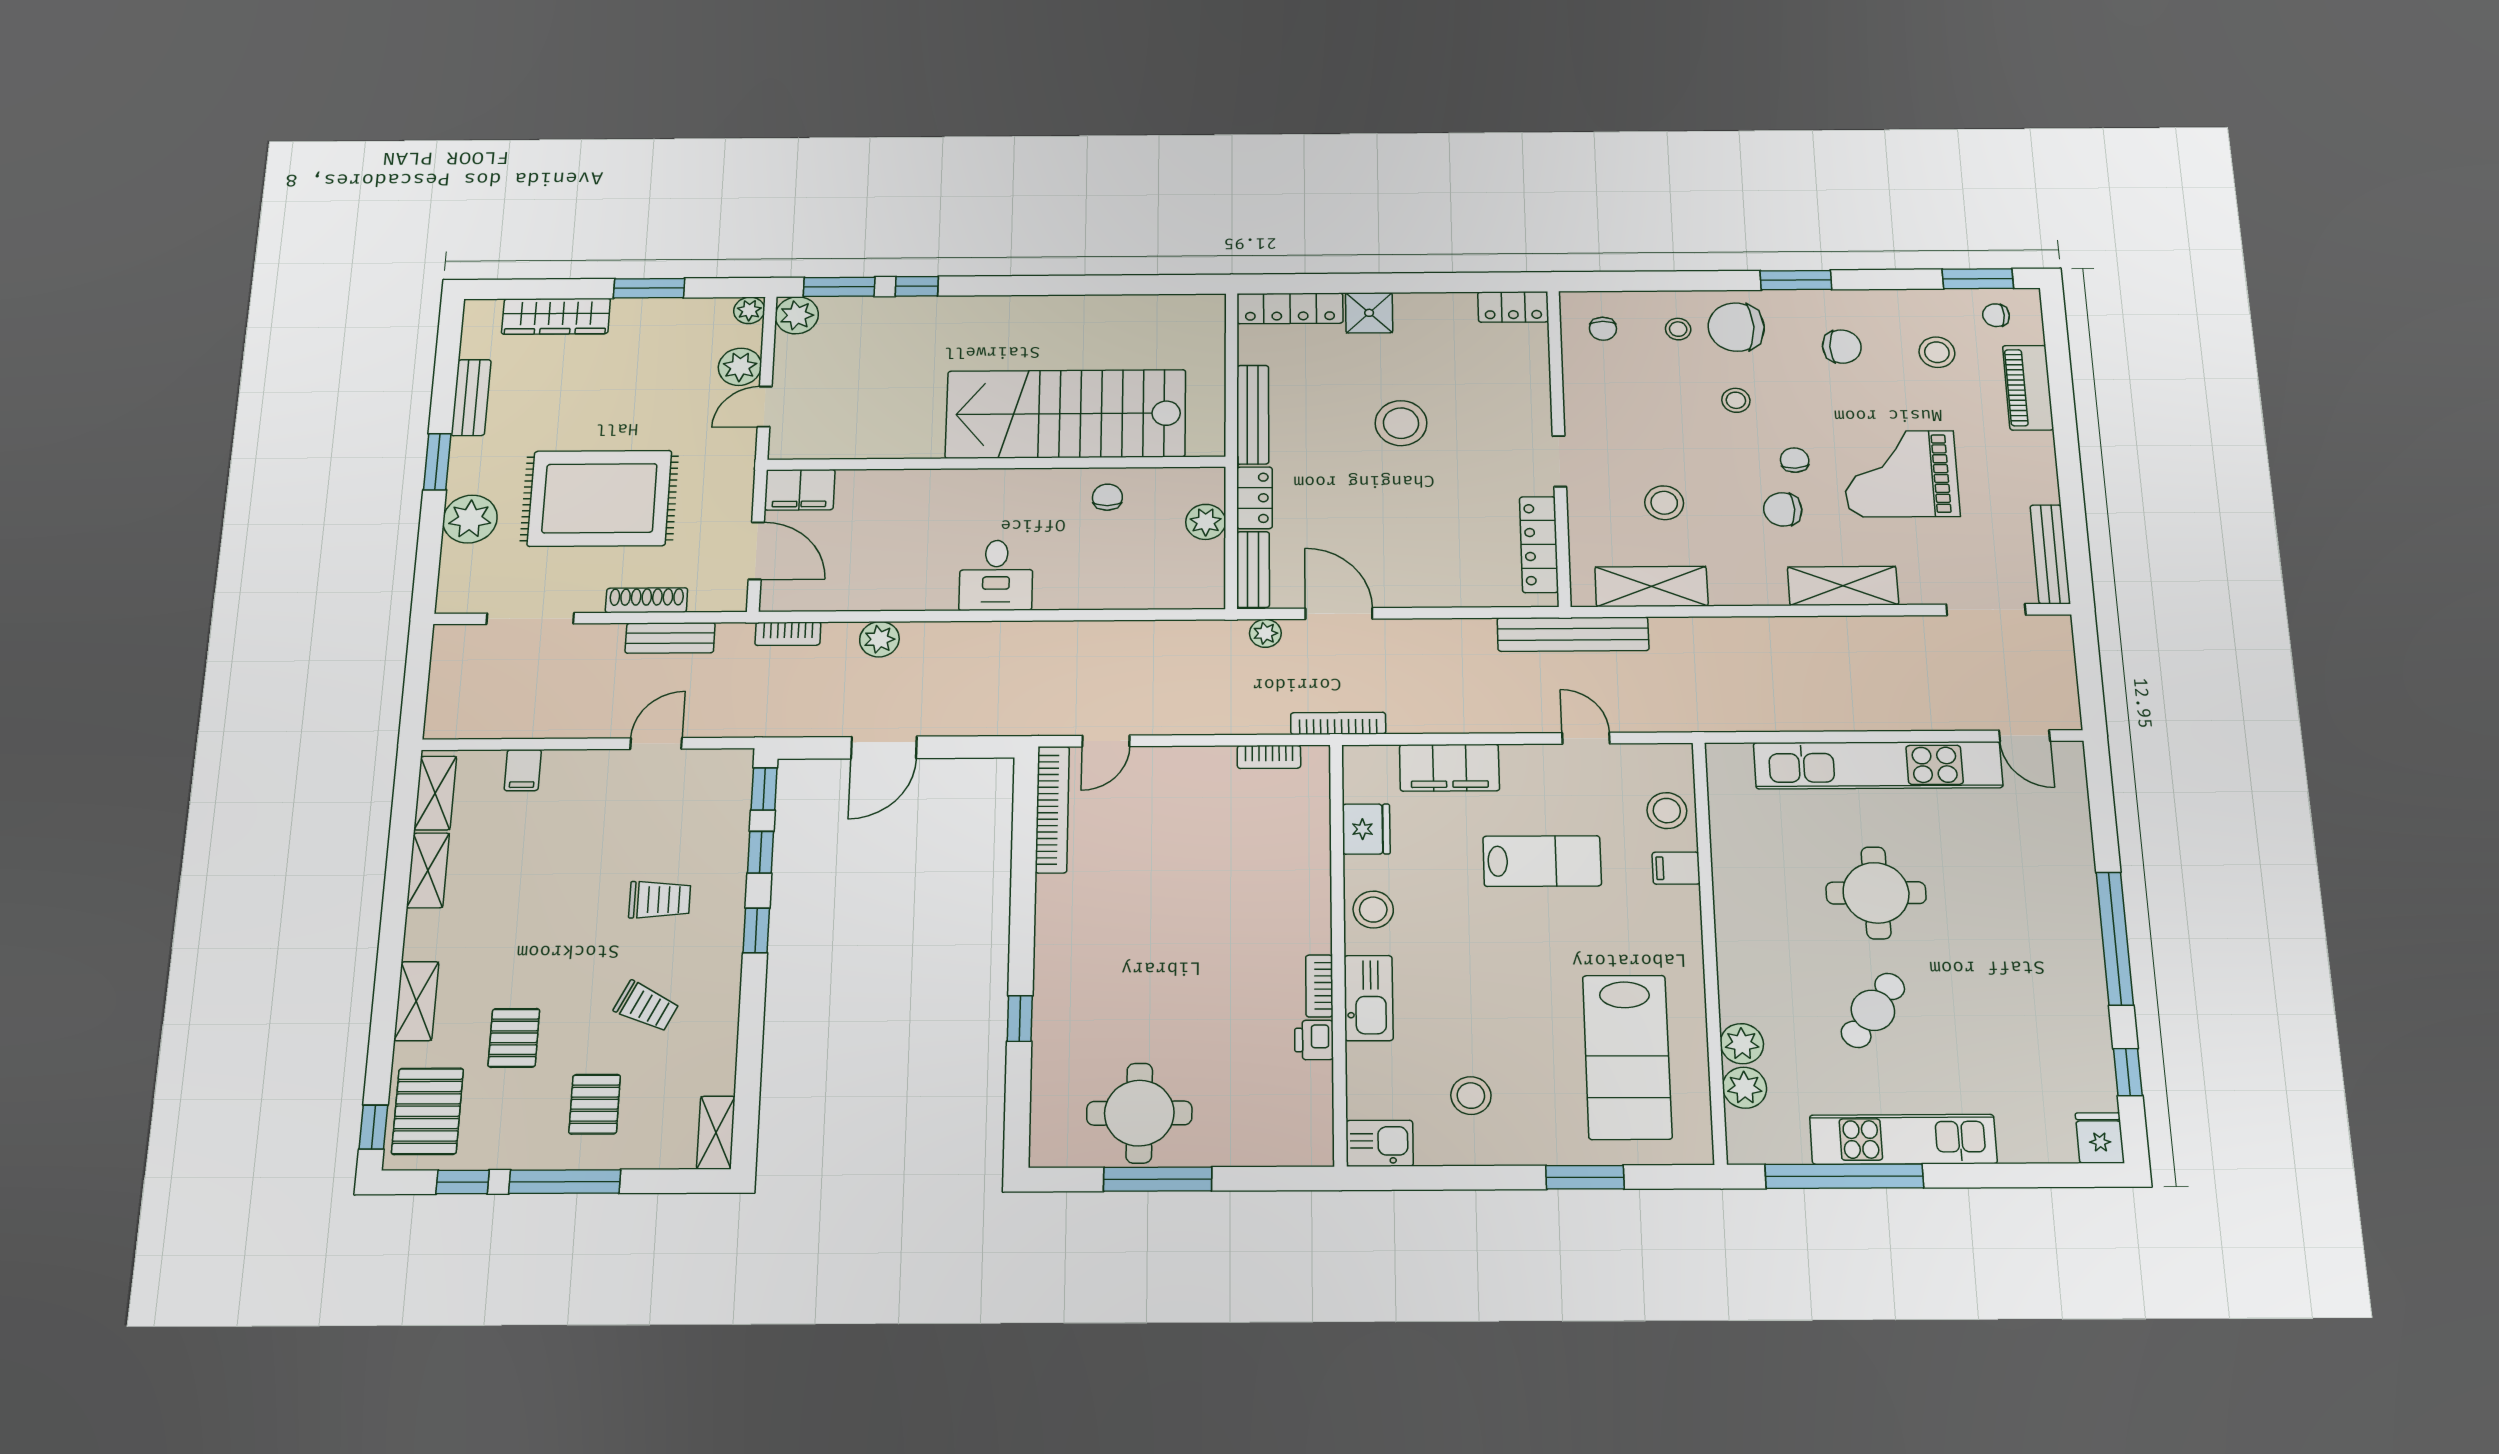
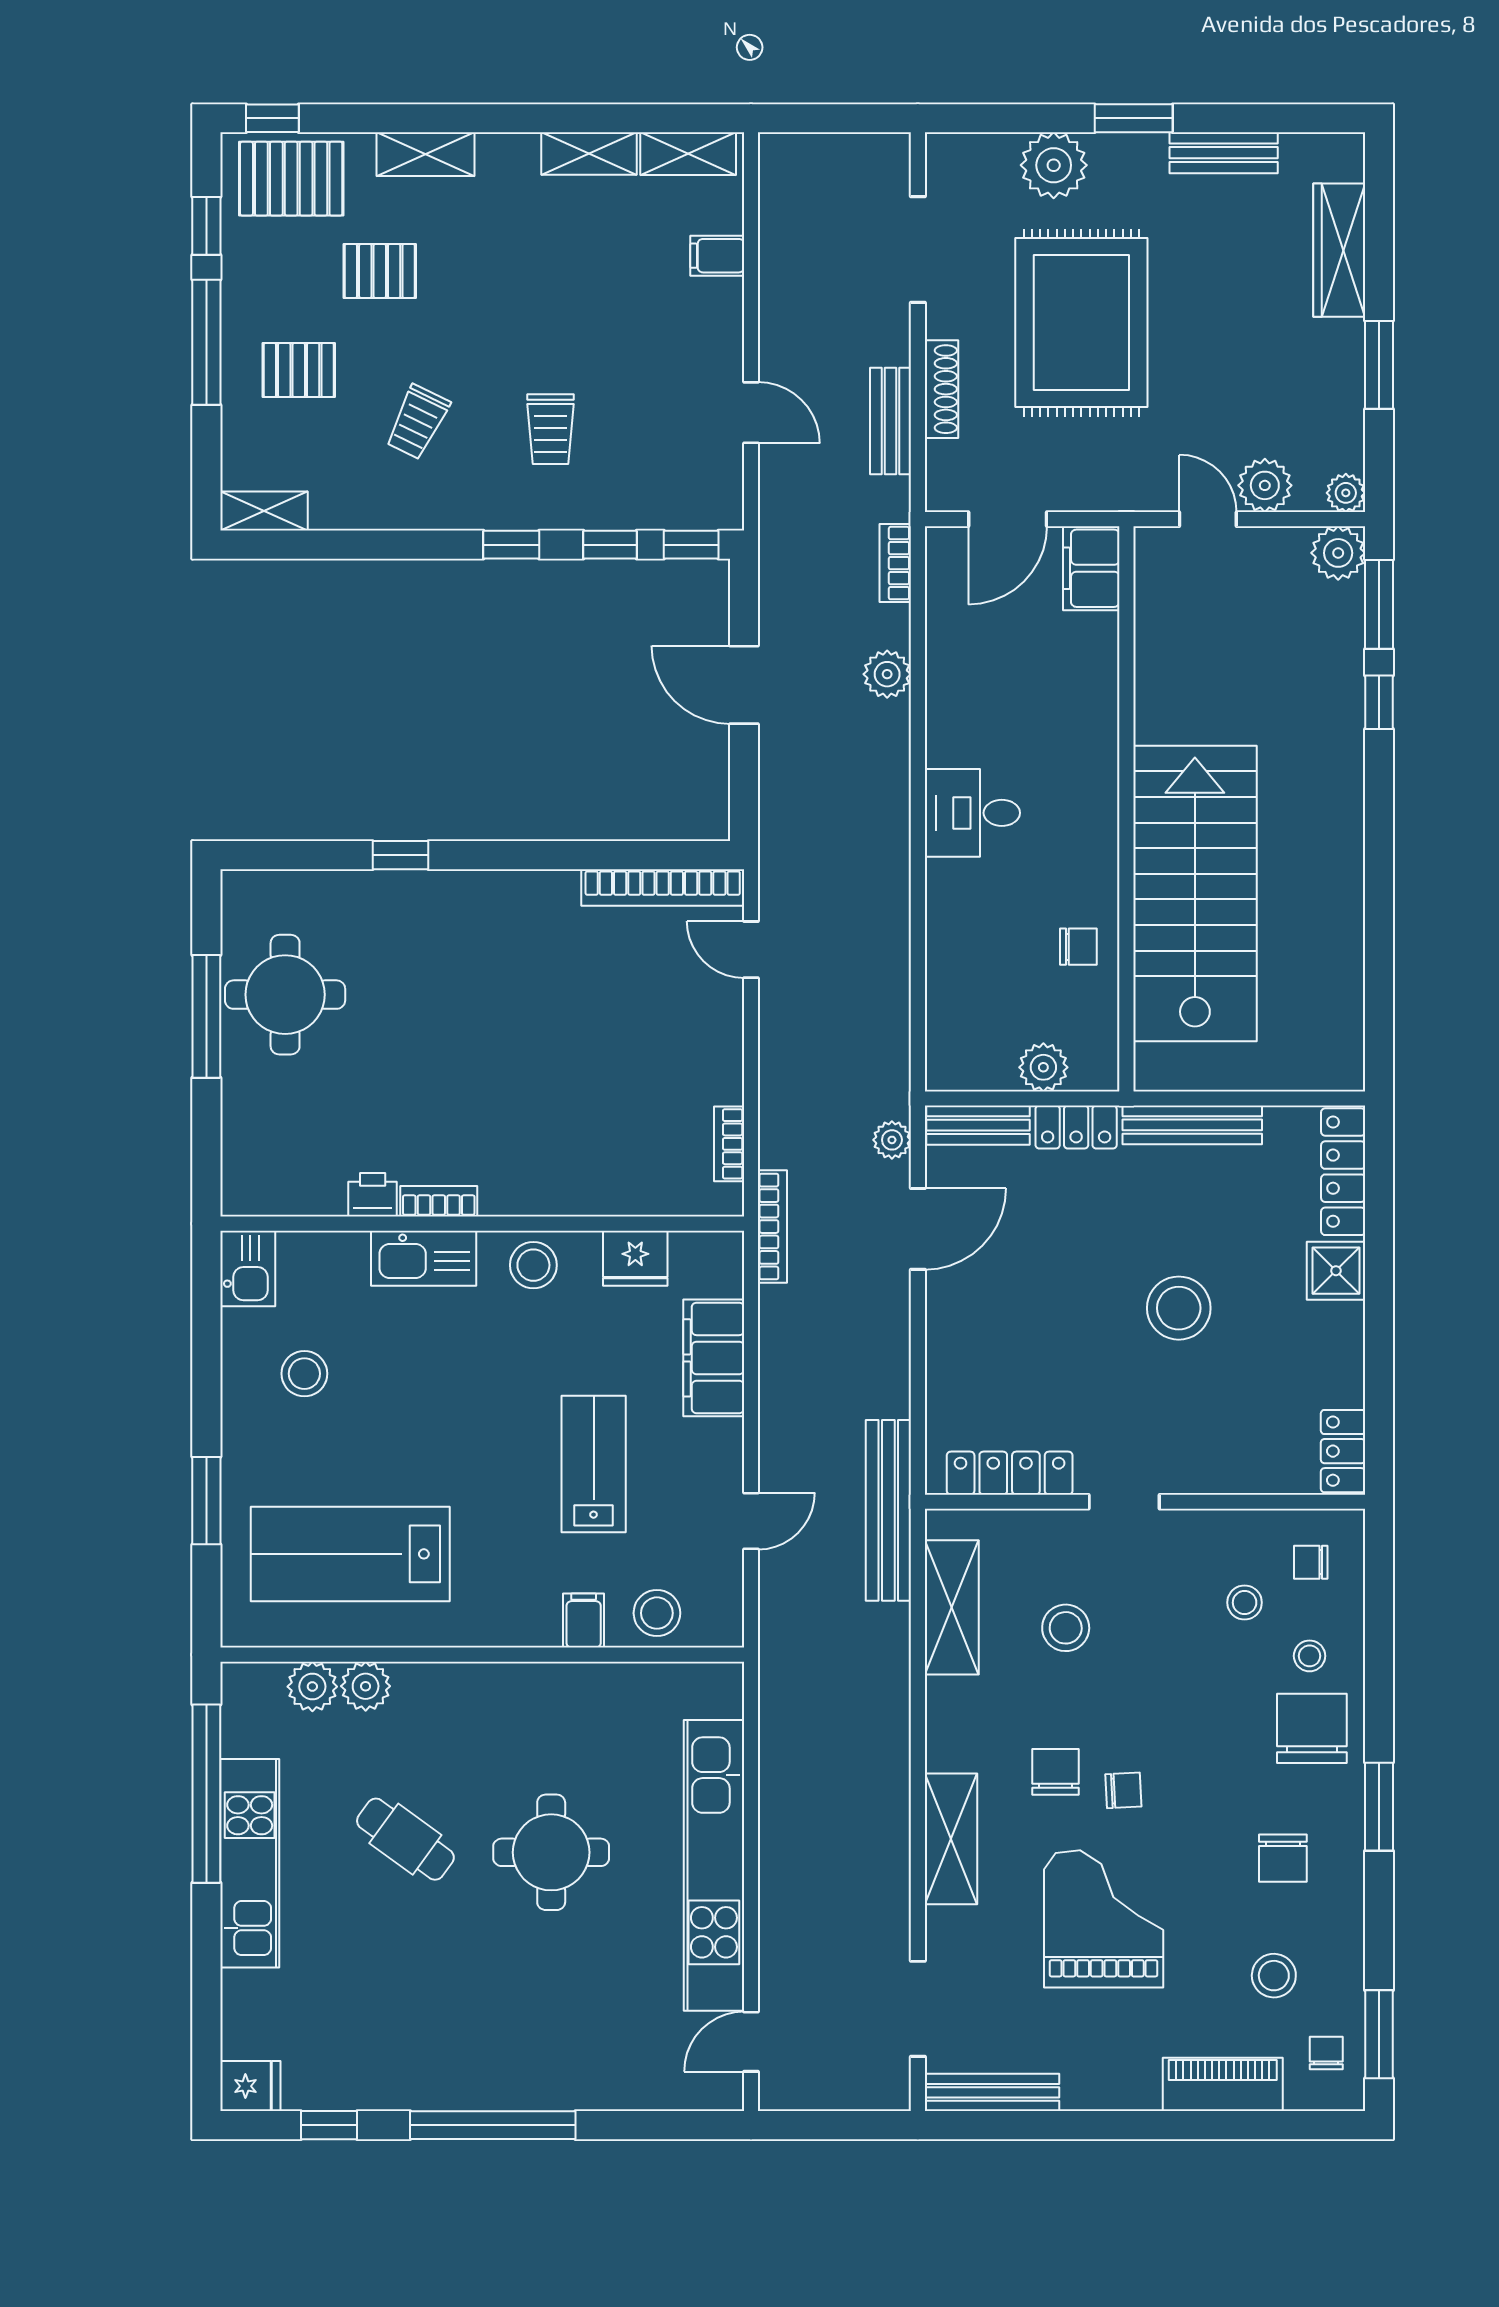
stool: (1736, 400) -> (1245, 1603), moved
lab bench: (1542, 861) -> (594, 1464), turned 180

